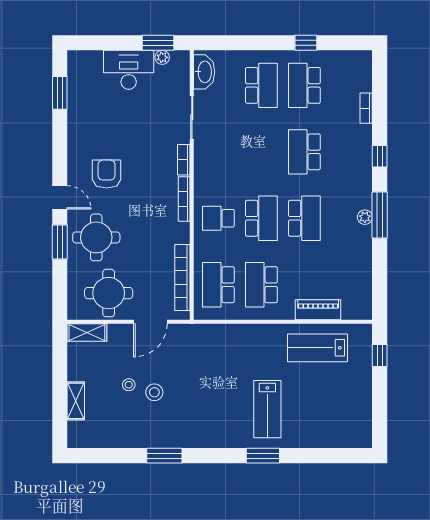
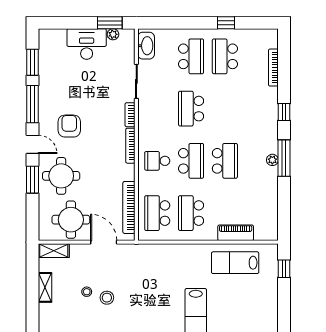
bookcase: (366, 108) -> (273, 68), width x1.56
window: (60, 146) -> (32, 104), added
school desk: (304, 152) -> (191, 109), moved
door: (150, 322) -> (104, 242), swing flipped
shelving: (76, 401) -> (45, 287), moved

